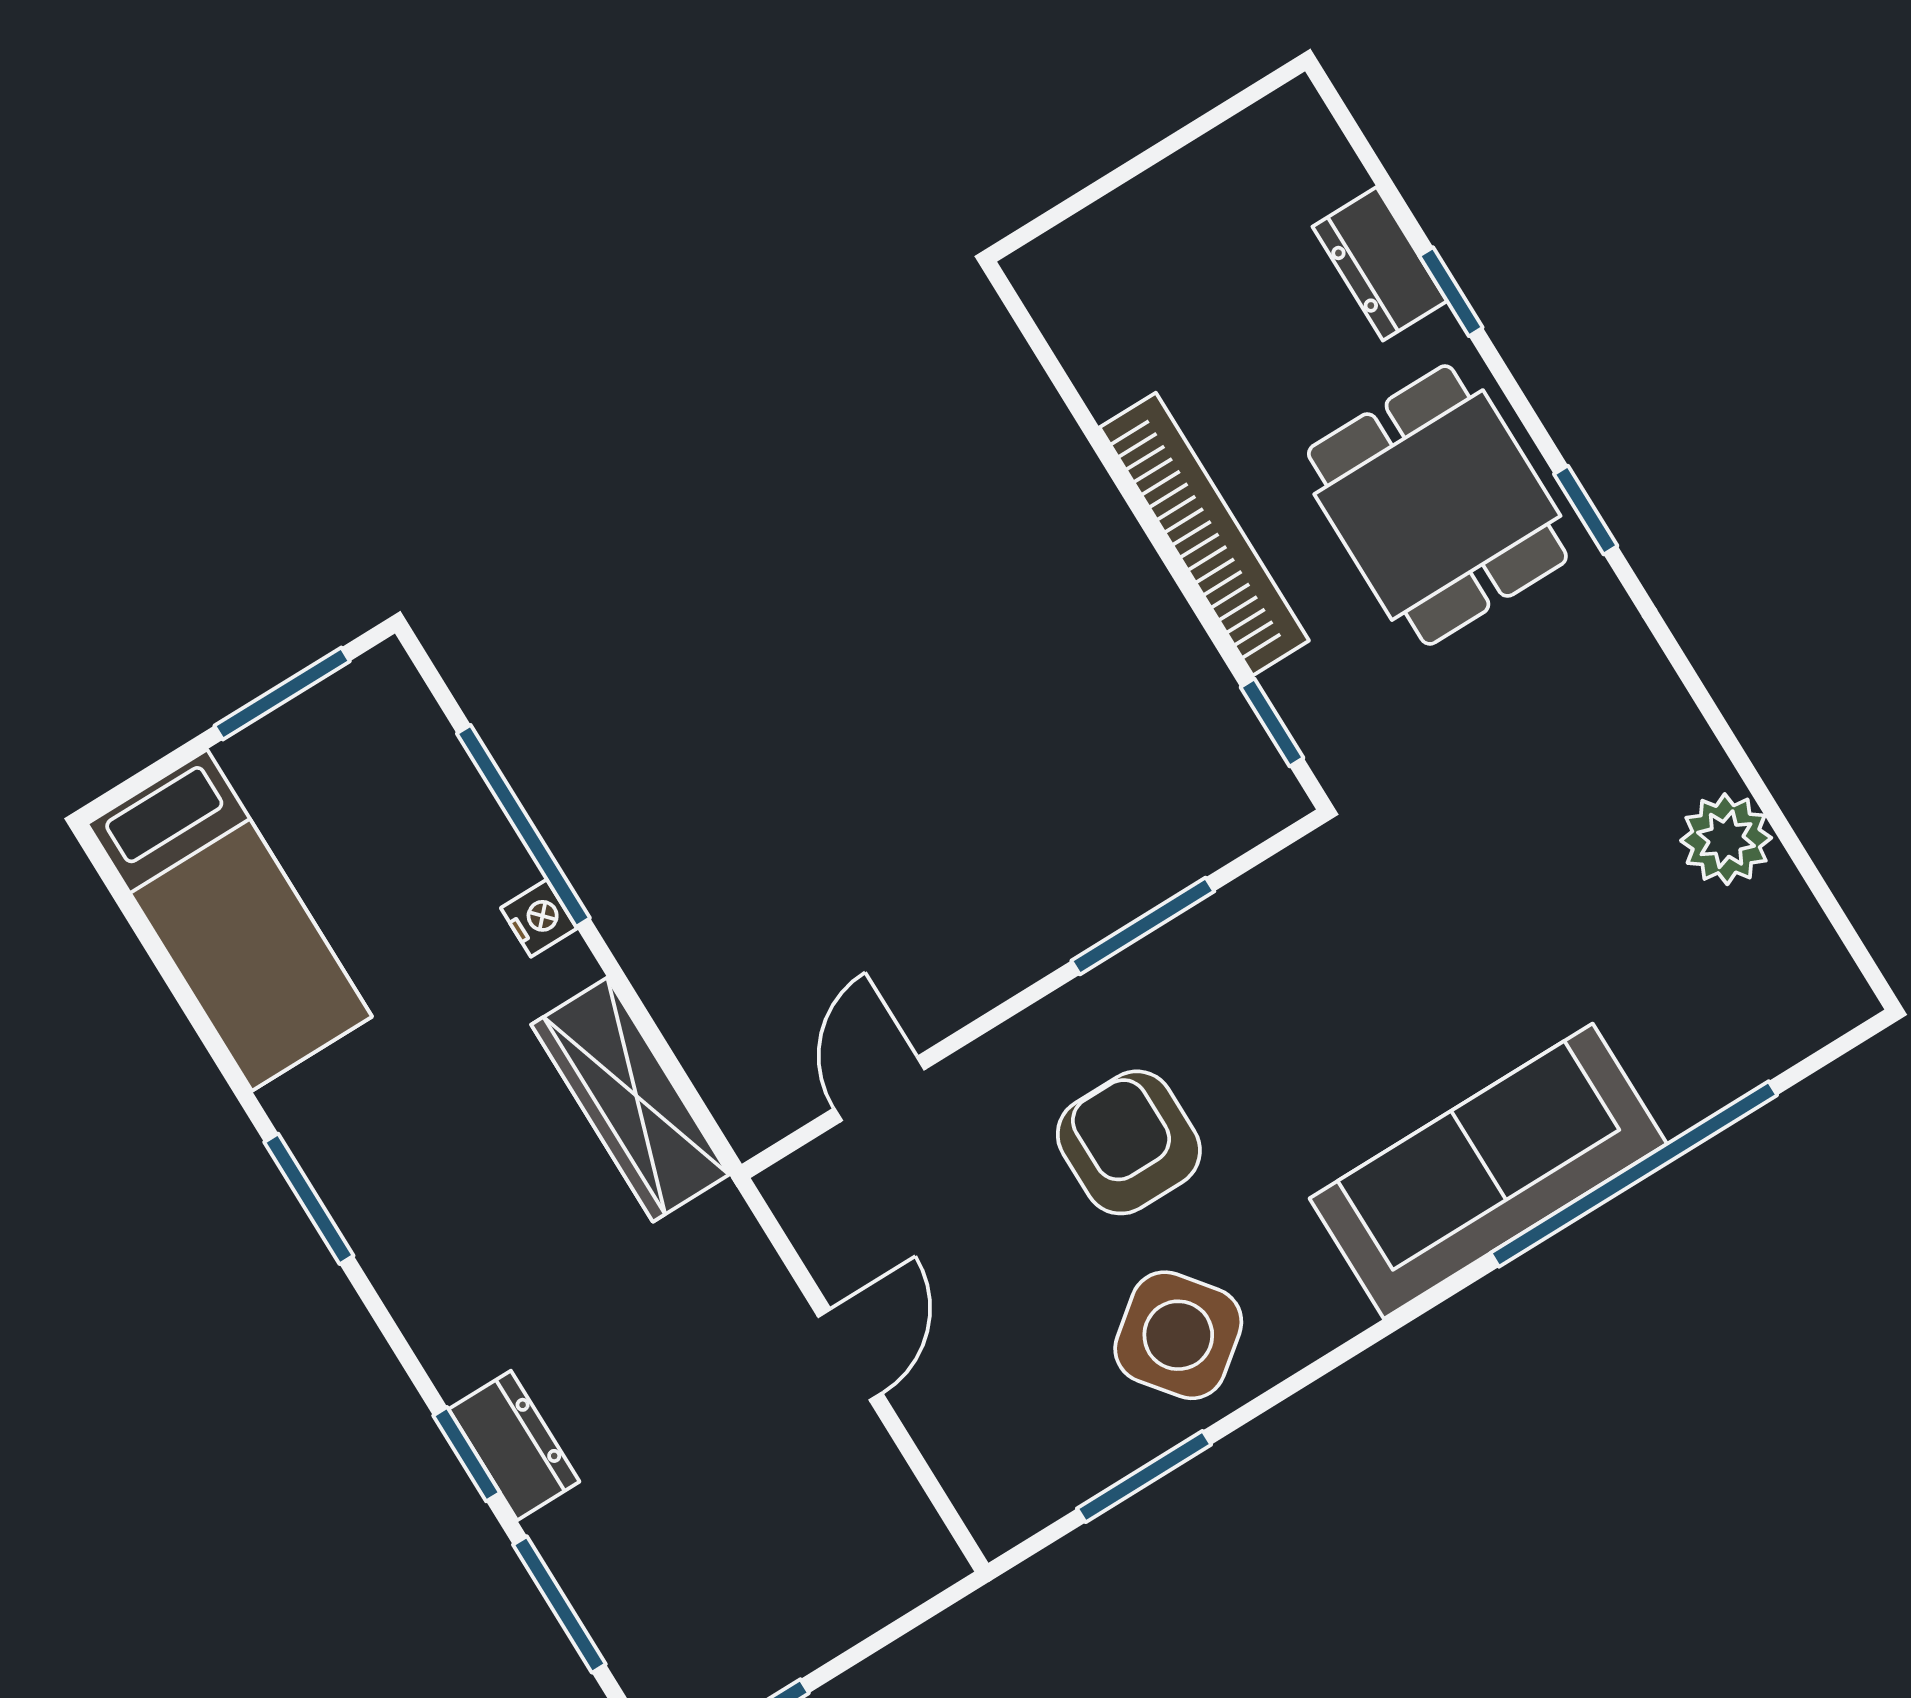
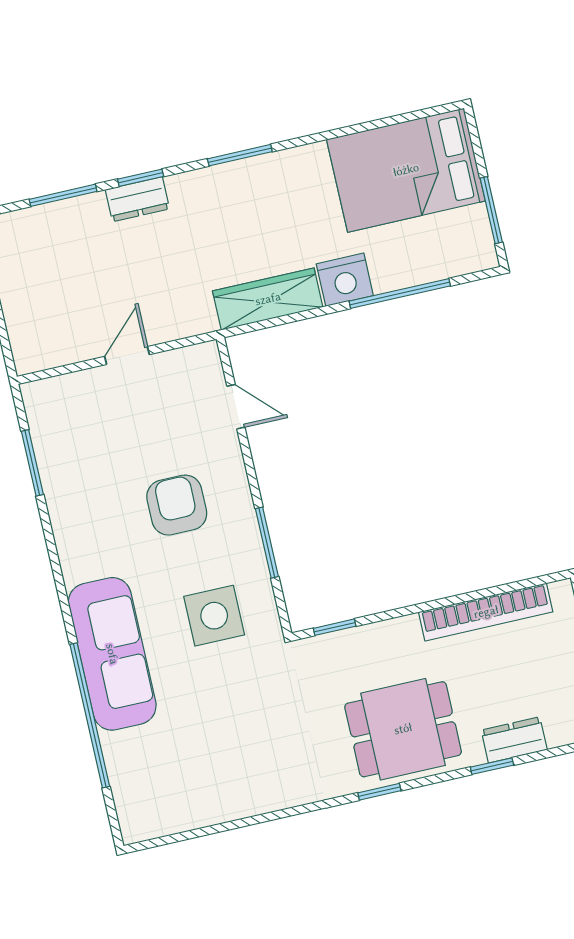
bookcase: (1204, 534) -> (486, 612), moved
plant: (1726, 839) -> (219, 803), removed
nightstand: (539, 918) -> (345, 280), width x1.89, depth x1.79
bed: (229, 920) -> (406, 170), width x1.50
armchair: (1129, 1142) -> (177, 505), turned -90
window: (309, 1199) -> (240, 155), moved
side table: (1178, 1335) -> (214, 616), moved, turned 38
door: (850, 1355) -> (127, 355), swing flipped

